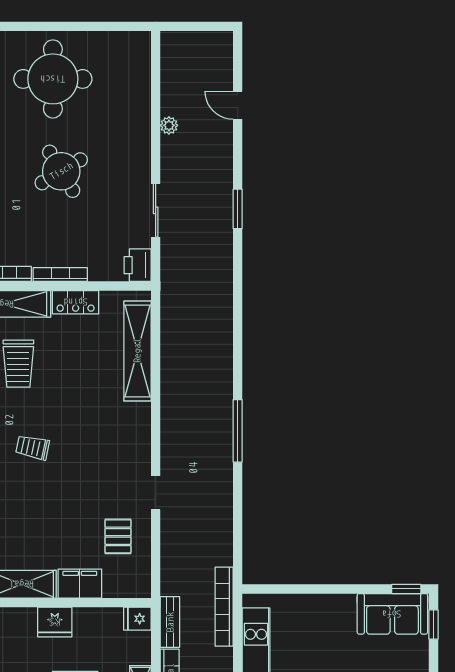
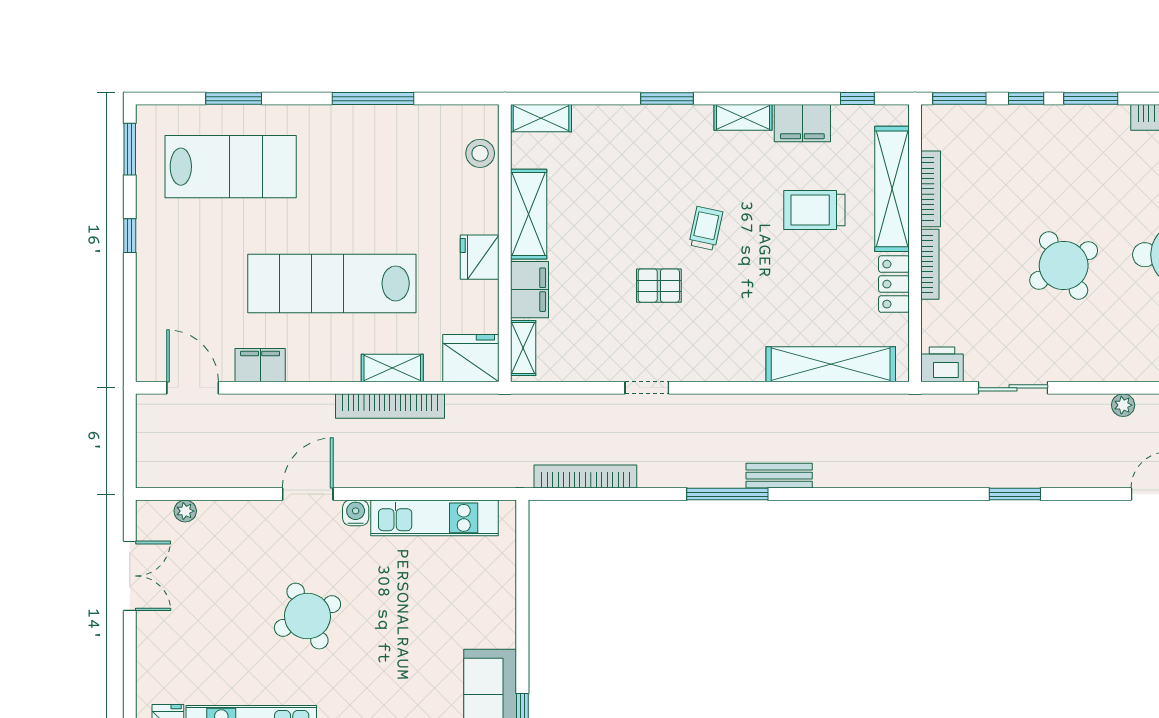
pallet: (118, 536) -> (659, 286), moved
shelving: (125, 588) -> (523, 348), added
bookcase: (224, 607) -> (585, 477), moved
fridge: (137, 619) -> (471, 358), width x1.88, depth x1.34
bench: (170, 622) -> (779, 476), moved

